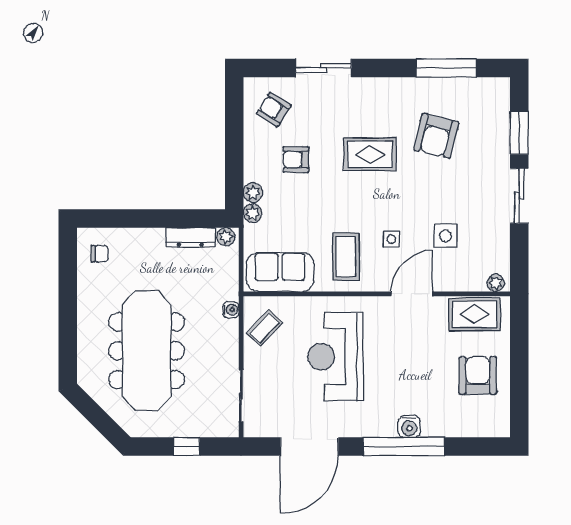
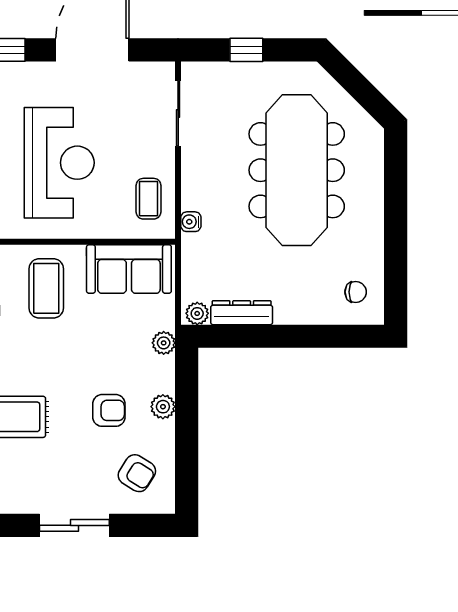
plant: (253, 193) -> (163, 407), moved
chair: (100, 254) -> (356, 292), turned 180
coffee table: (265, 328) -> (148, 199), turned -43

